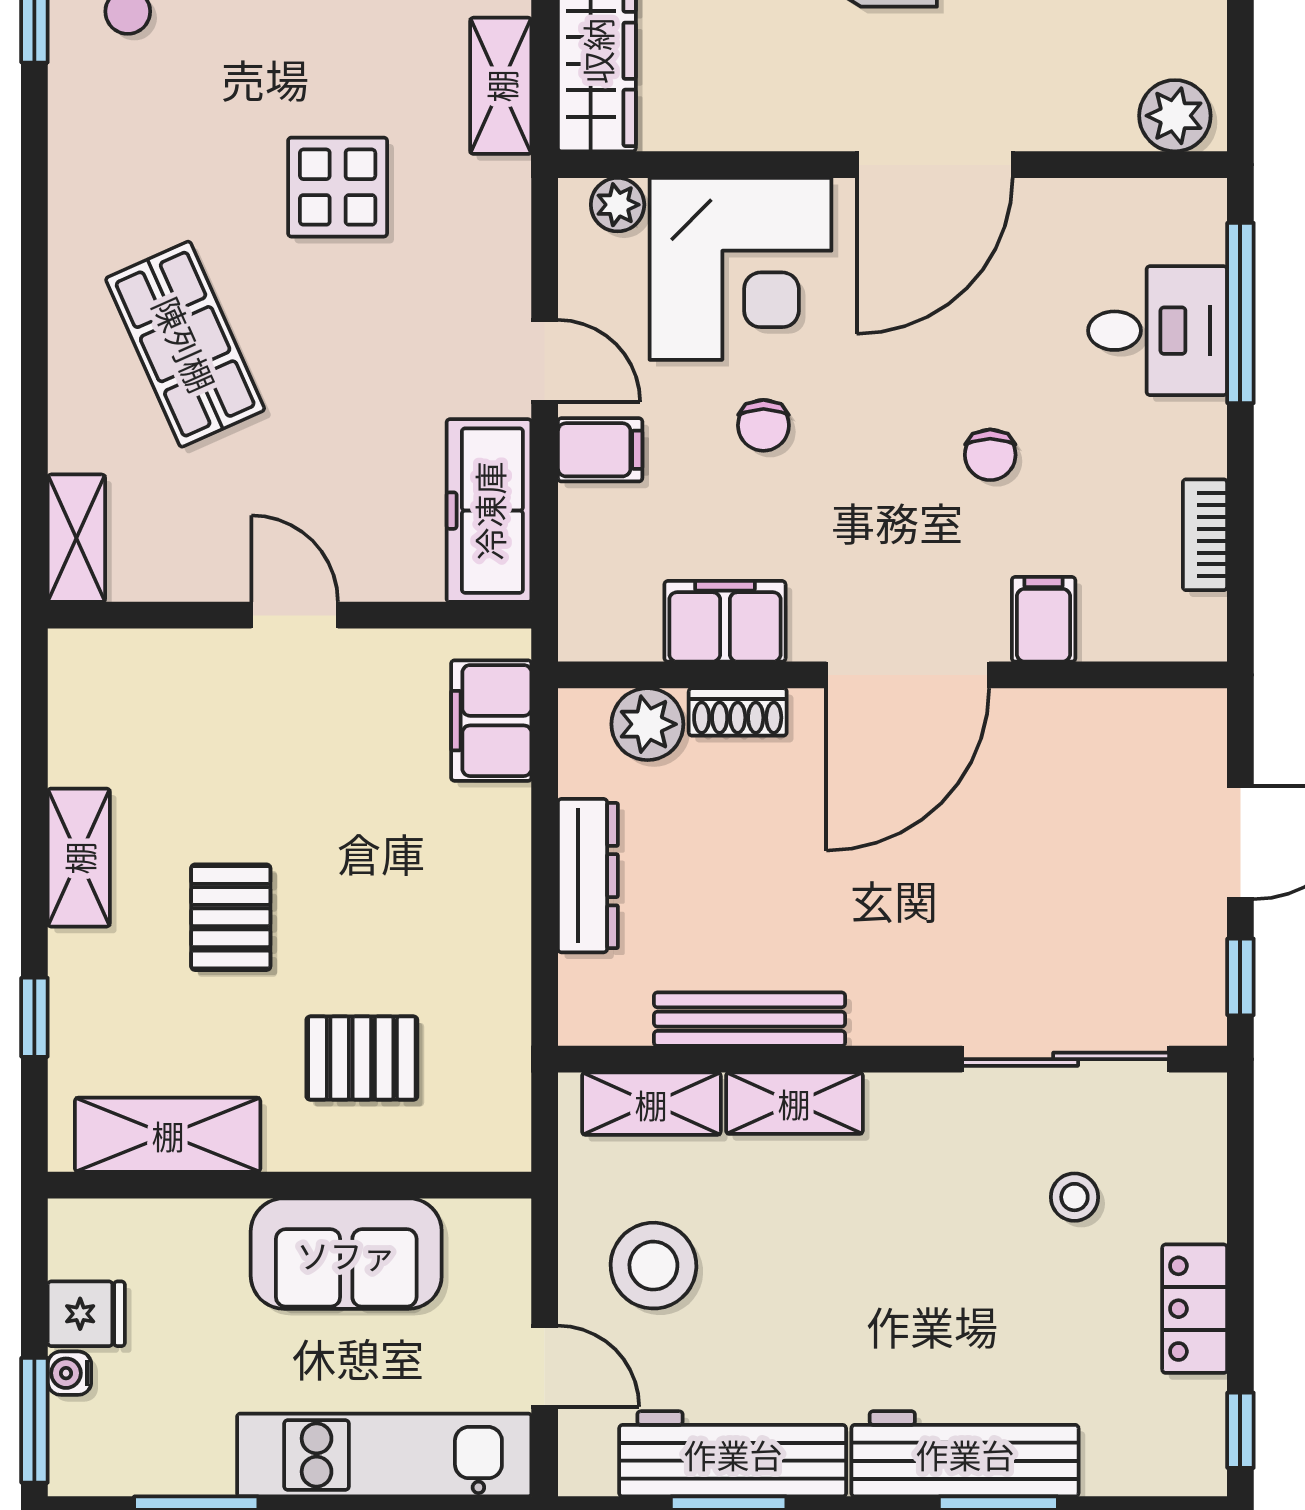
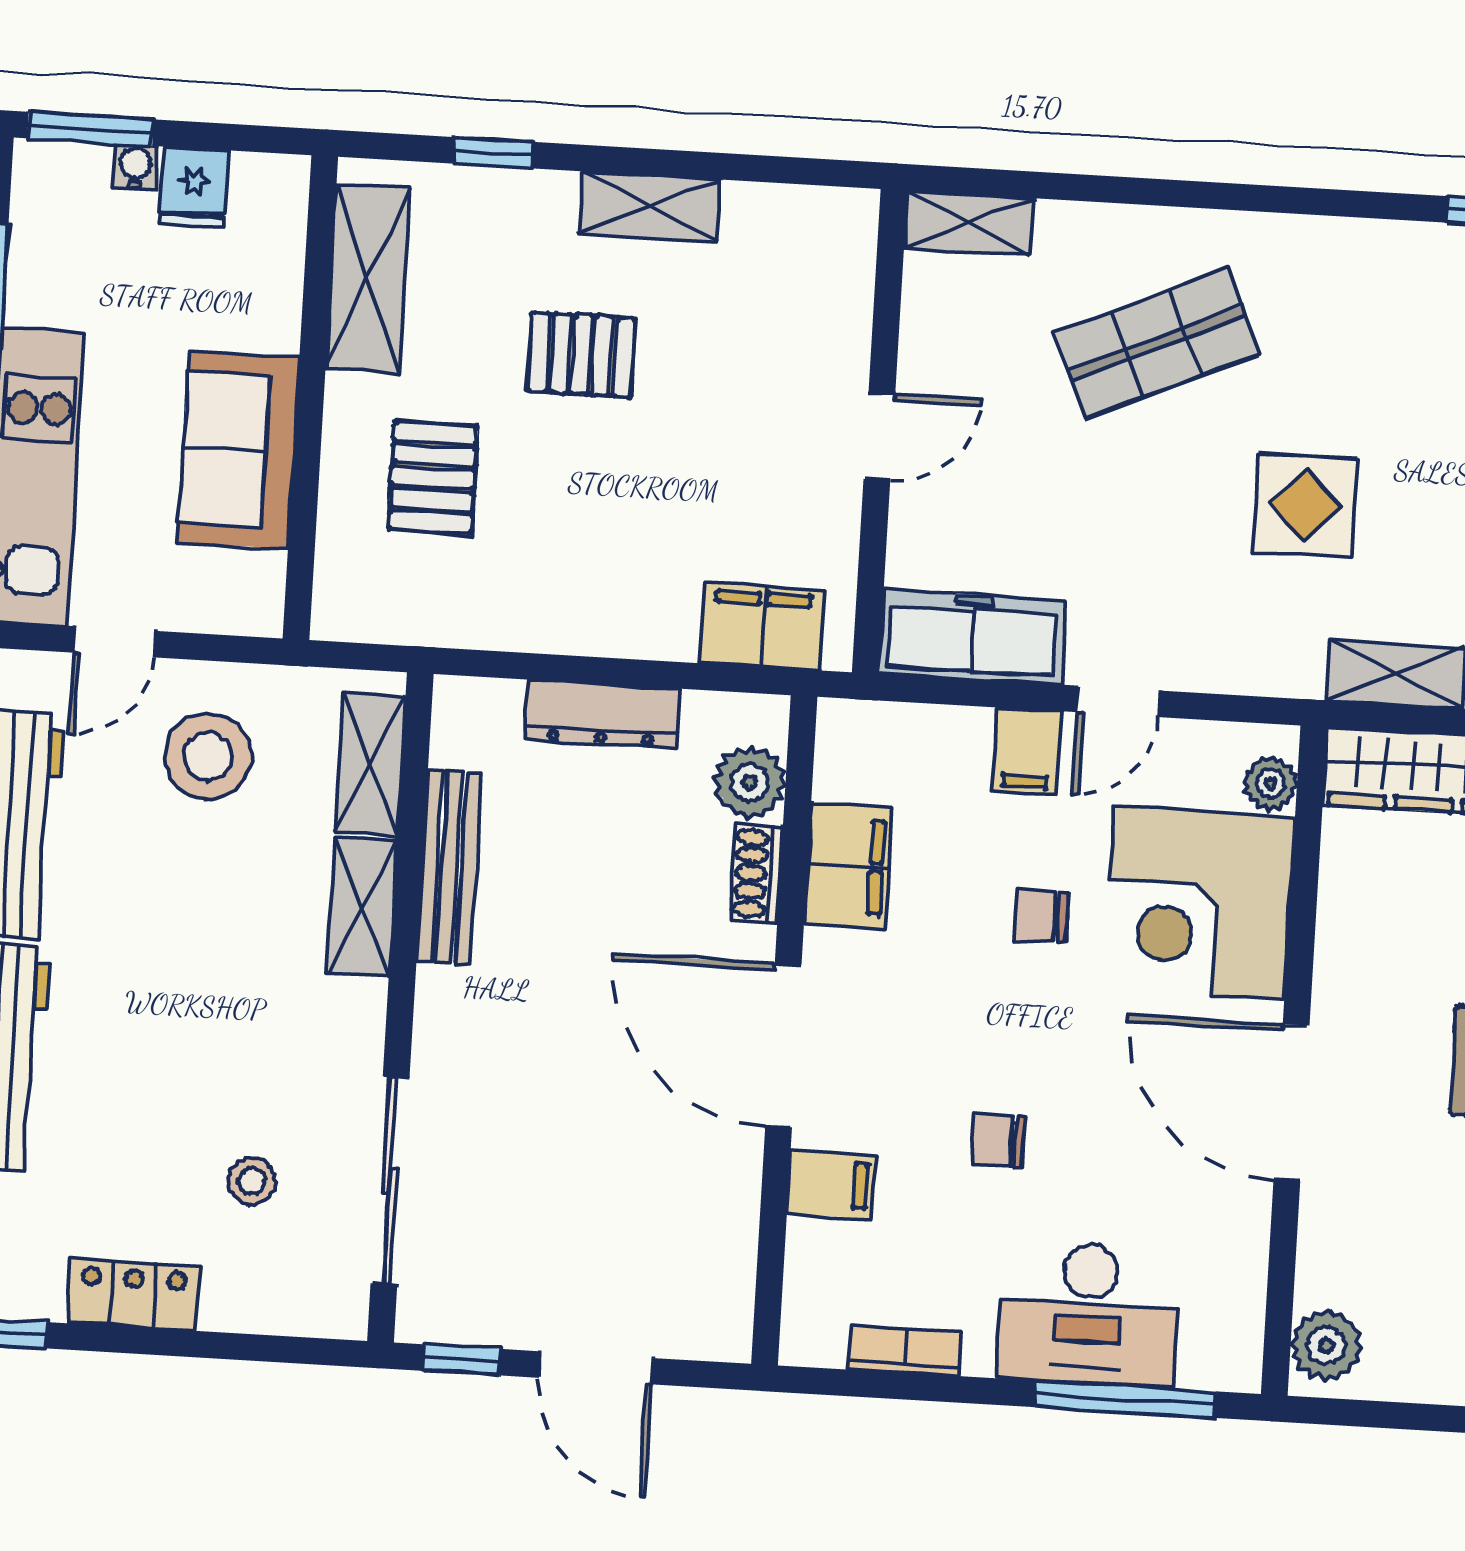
desk: (1158, 331) -> (1088, 1314), width x1.37

